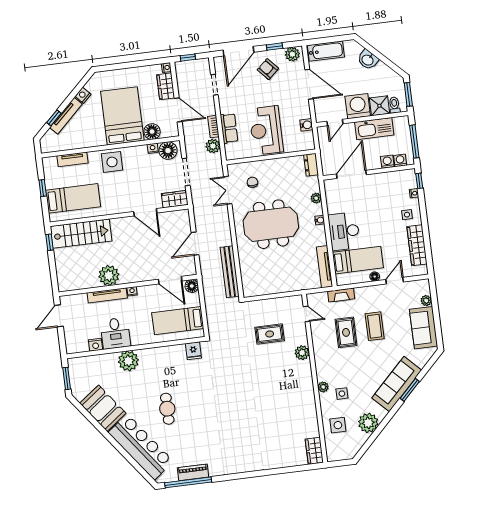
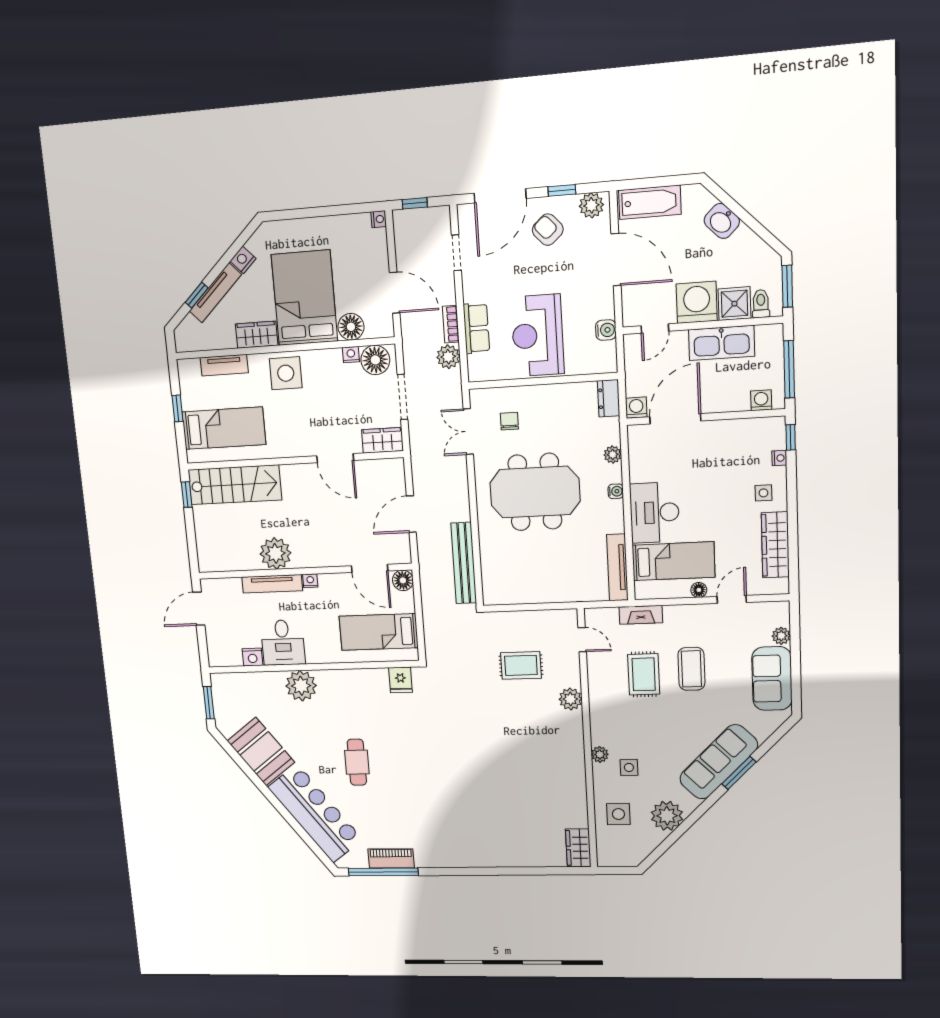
wardrobe: (166, 86) -> (257, 335), moved, turned 90
washing machine: (387, 162) -> (636, 408), moved

